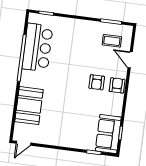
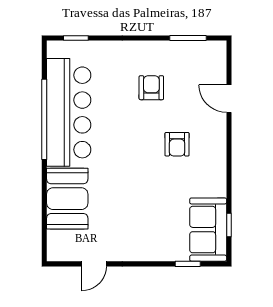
coffee table: (112, 41) -> (194, 70), removed
bar counter: (37, 47) -> (69, 112), width x1.36
armchair: (117, 85) -> (151, 88), moved
door: (23, 143) -> (94, 264), moved

